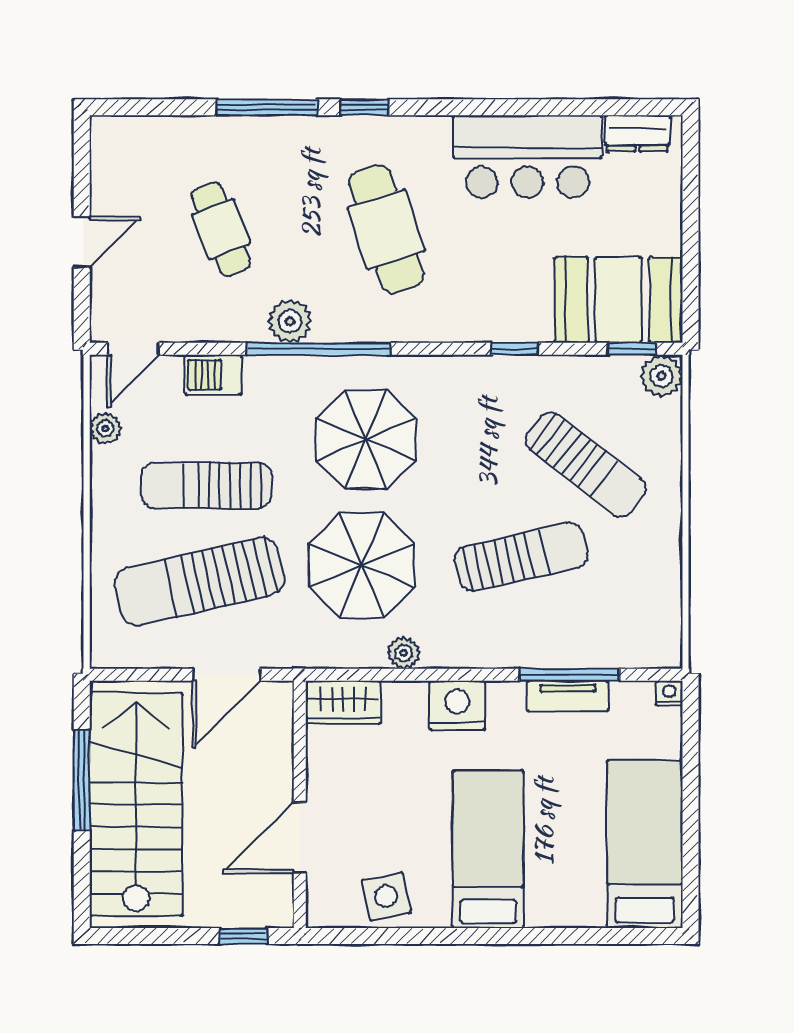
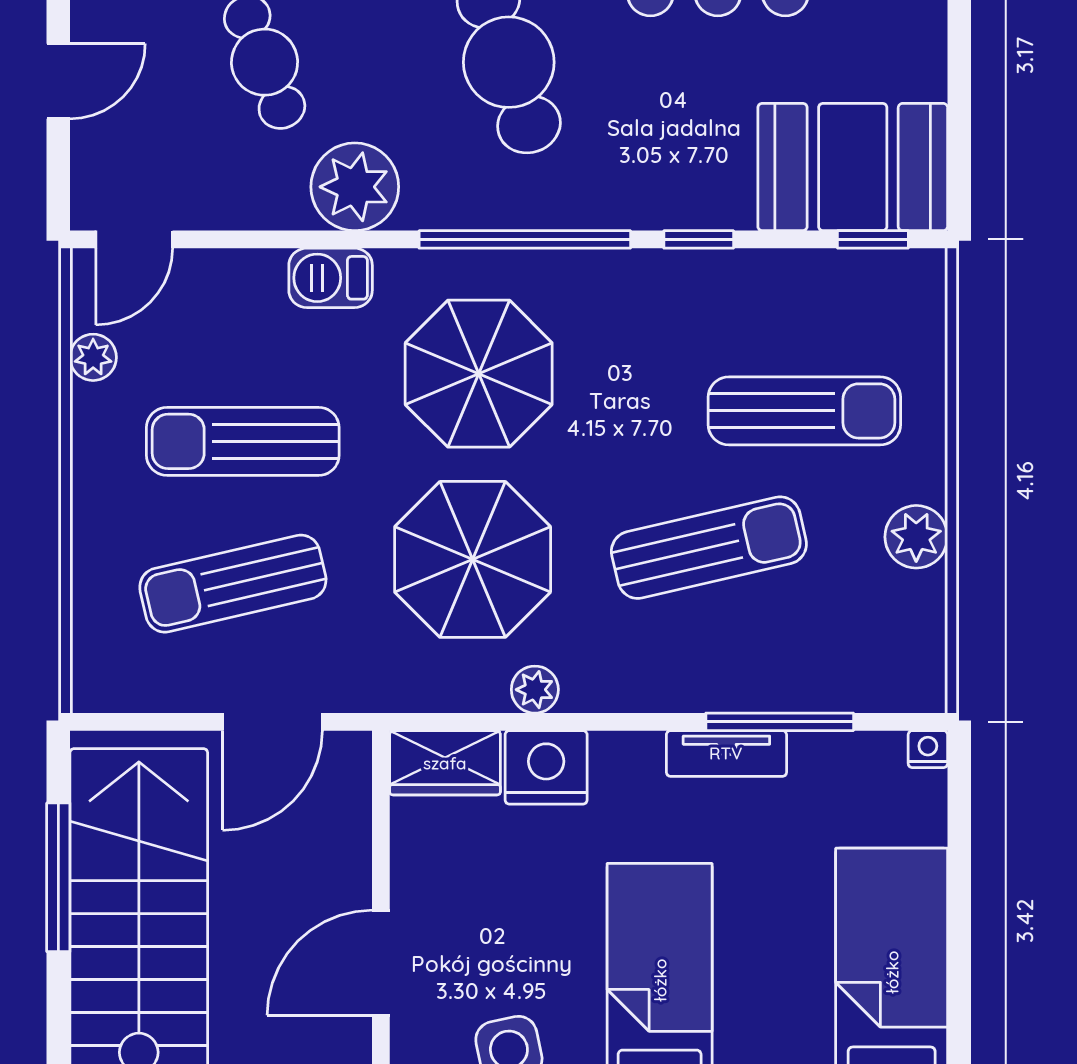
plant: (290, 321) -> (355, 187), width x1.36, depth x1.36
window: (319, 349) -> (525, 239), moved
barbecue: (213, 375) -> (331, 278), moved
plant: (661, 376) -> (916, 537), moved
sun lounger: (586, 465) -> (804, 411), turned -38
sun lounger: (200, 581) -> (233, 584), width x0.73, depth x0.75
tv unit: (568, 696) -> (726, 753), moved
nightstand: (457, 706) -> (546, 767), moved

